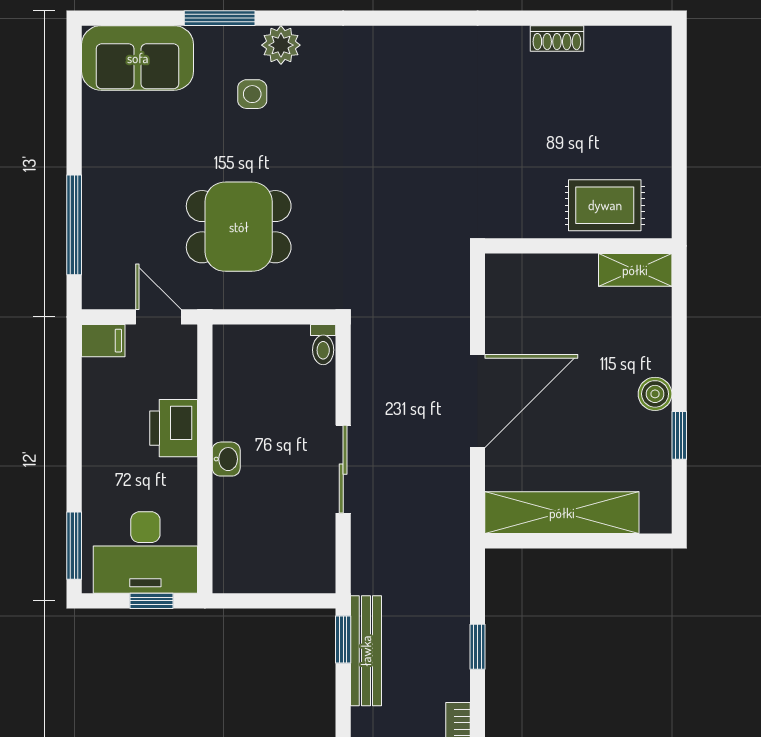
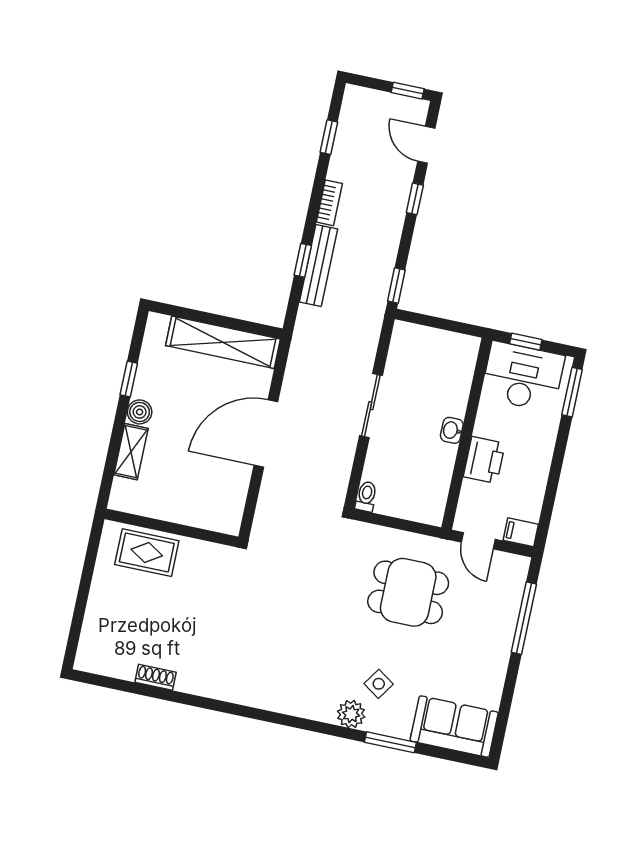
side table: (252, 94) -> (379, 684), turned 34
shelving: (635, 270) -> (131, 452), moved, turned 90
bench: (366, 651) -> (318, 266), moved

